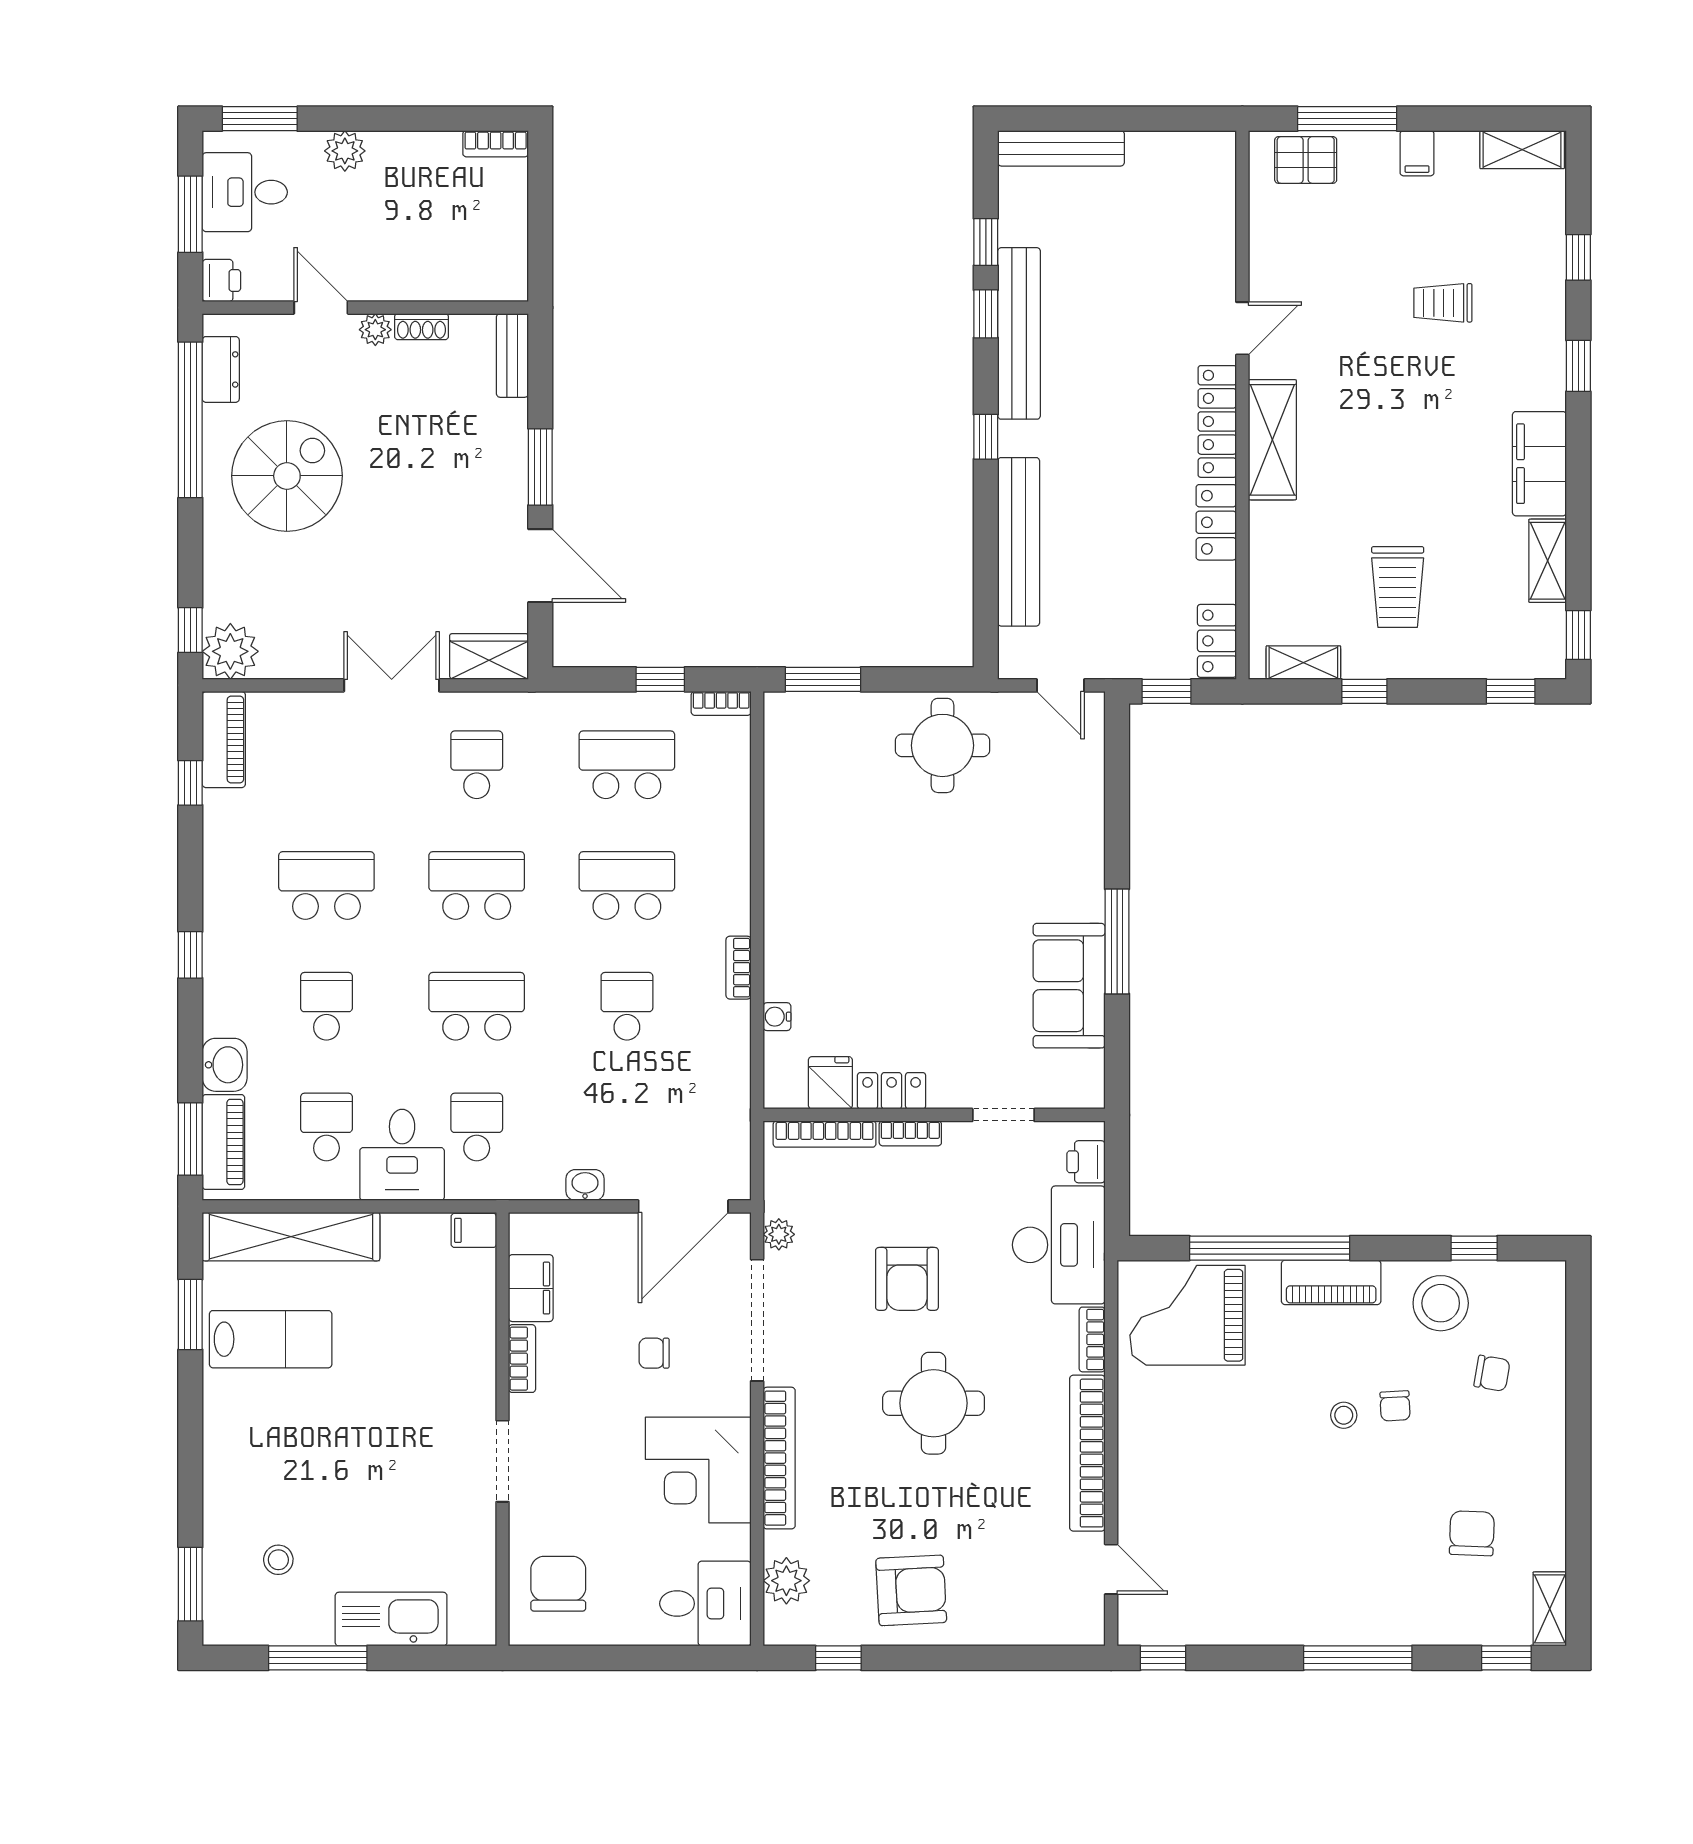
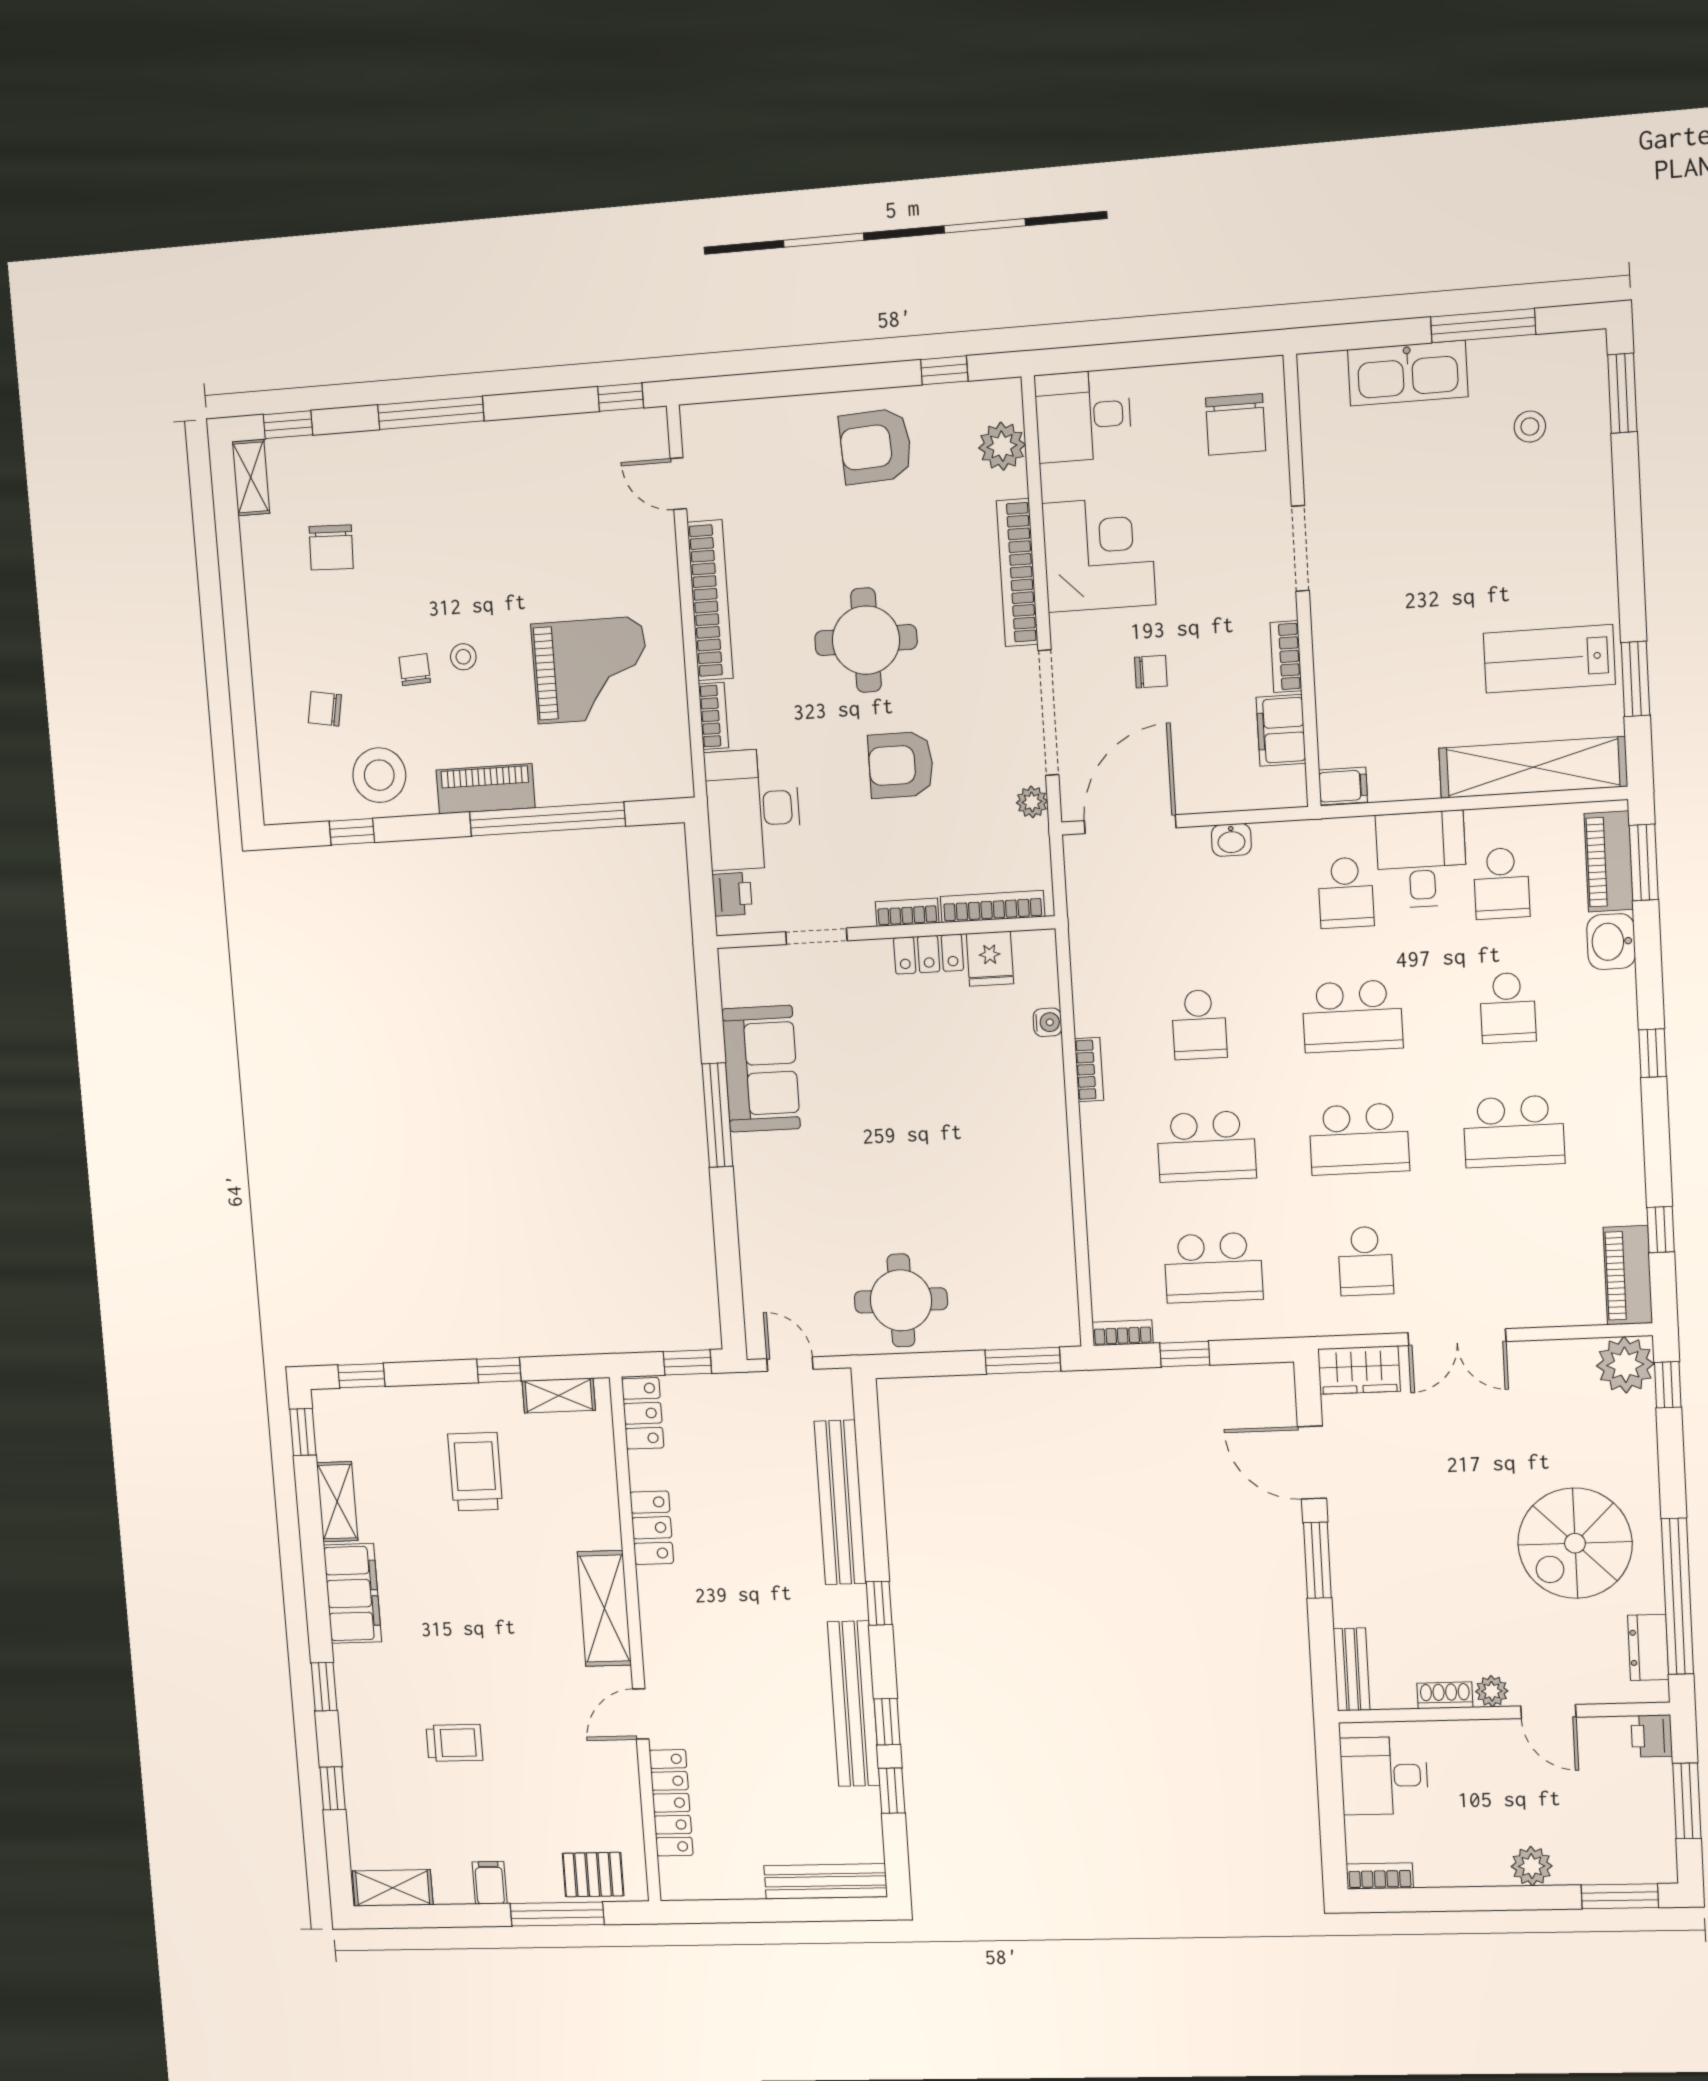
desk: (245, 192) -> (1384, 1776), moved, turned 180
locker: (1217, 421) -> (671, 1803), moved
armchair: (907, 1279) -> (901, 765), turned -90
grand piano: (1187, 1315) -> (590, 670), moved

